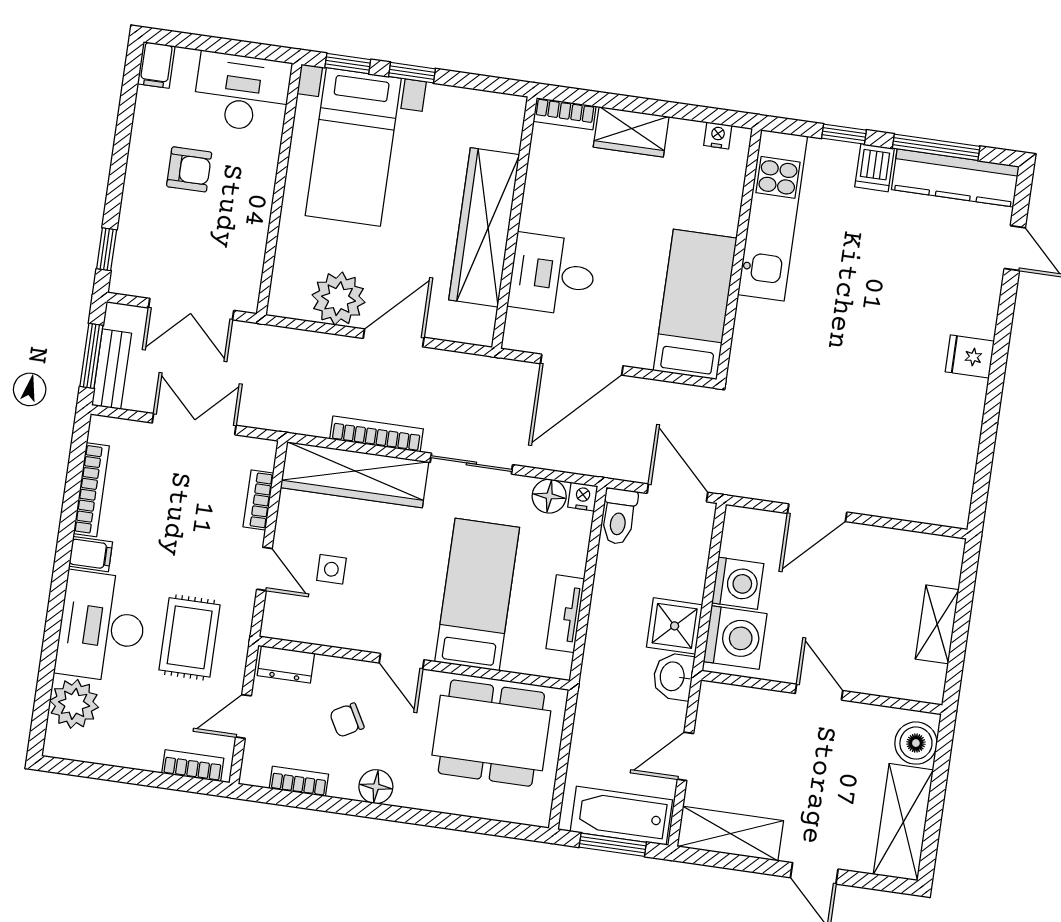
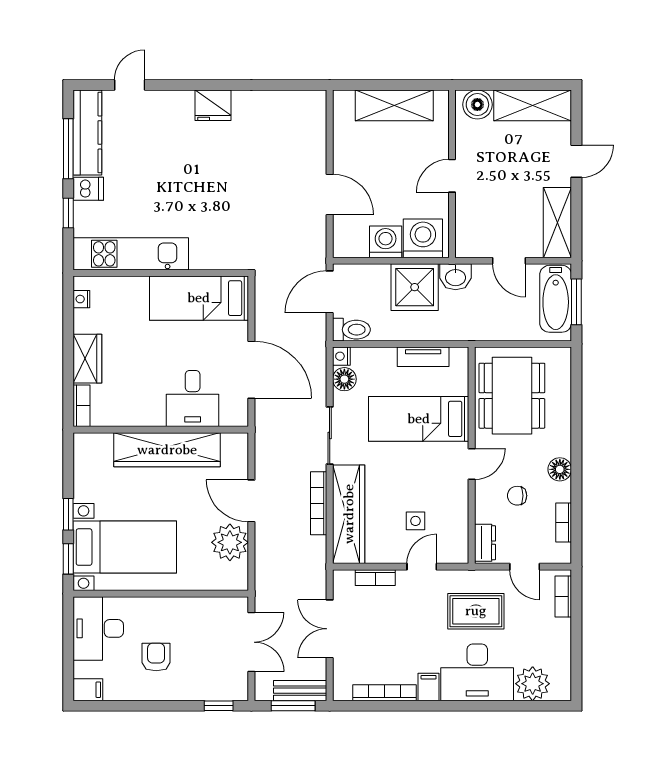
fridge: (970, 356) -> (213, 105), width x1.38
shelving: (937, 624) -> (394, 105), width x1.50, depth x1.33
shower: (675, 626) -> (415, 287), width x1.36, depth x1.36
chair: (347, 720) -> (517, 496), turned 119

